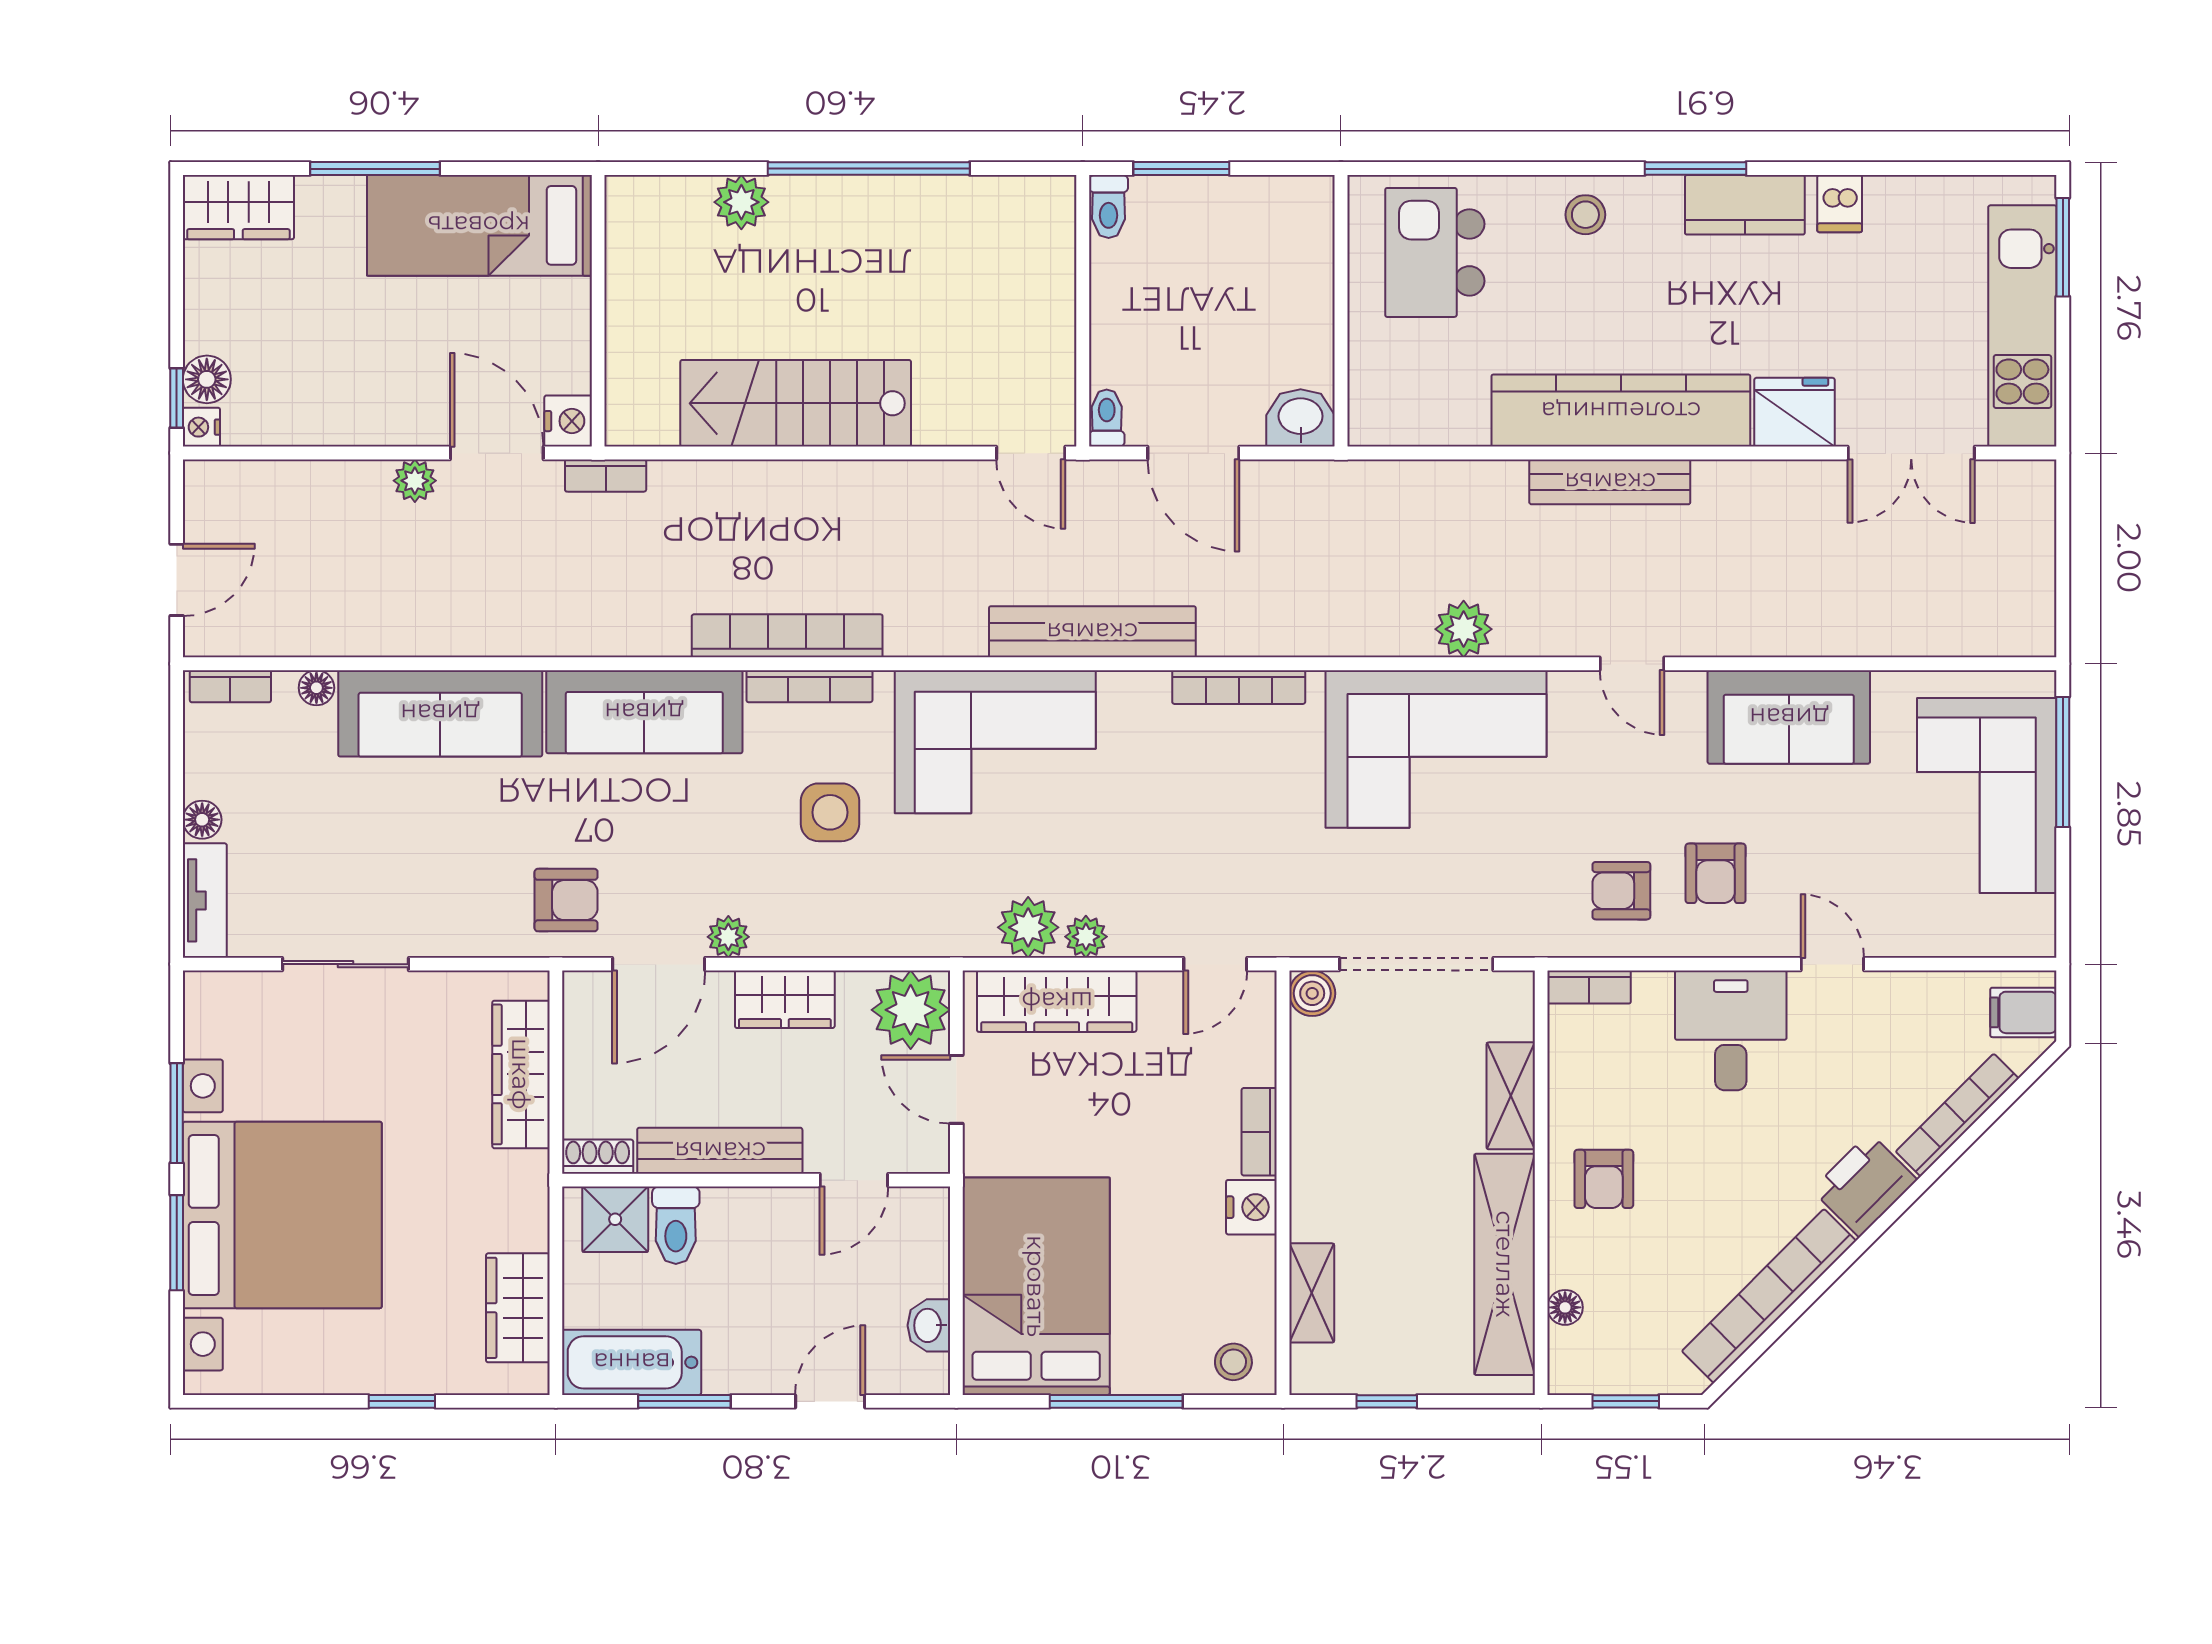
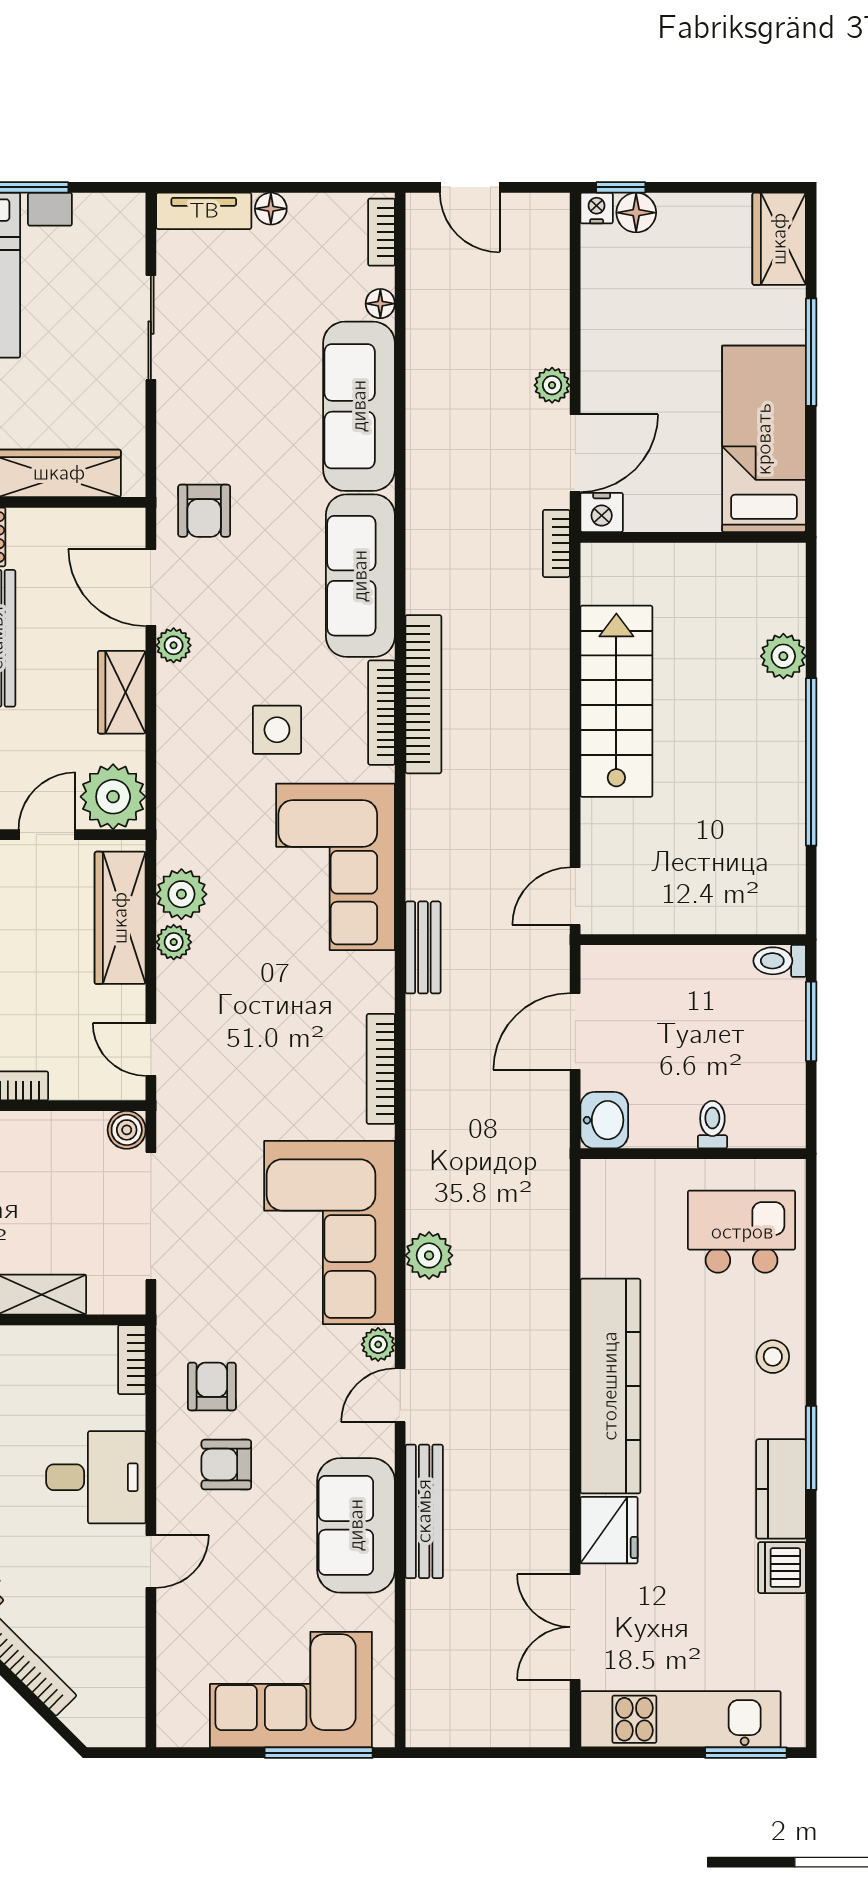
dishwasher: (1840, 204) -> (782, 1568), width x1.38
toilet: (1107, 418) -> (712, 1125), moved, turned -90
bench: (1610, 482) -> (424, 1511), moved
bench: (1092, 632) -> (423, 947), width x0.54, depth x0.82
plant: (1571, 690) -> (378, 1344), added
filing cabinet: (2023, 1012) -> (111, 1720), removed

